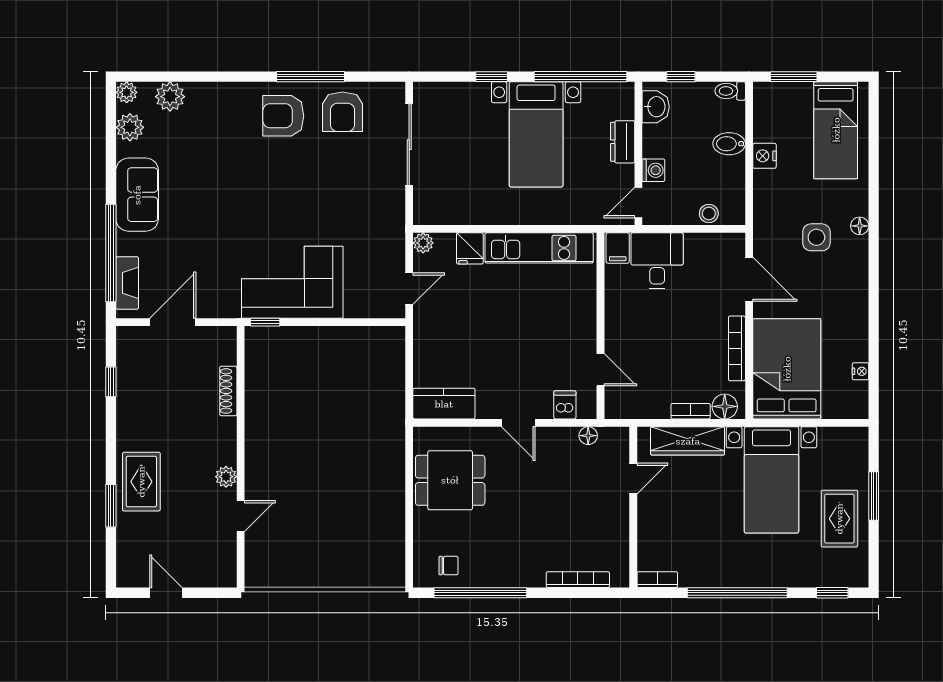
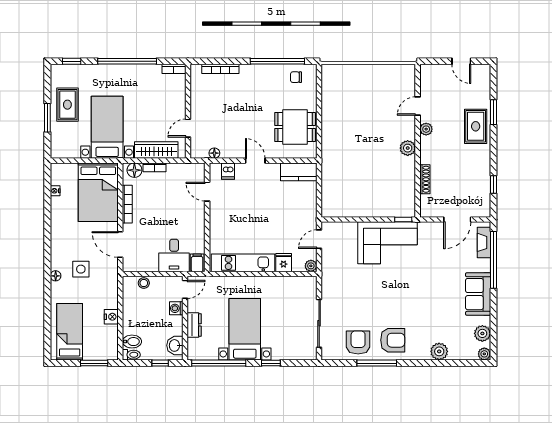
plant: (170, 97) -> (439, 351), moved
bidet: (729, 144) -> (132, 342), moved
plant: (258, 444) -> (408, 148), added

